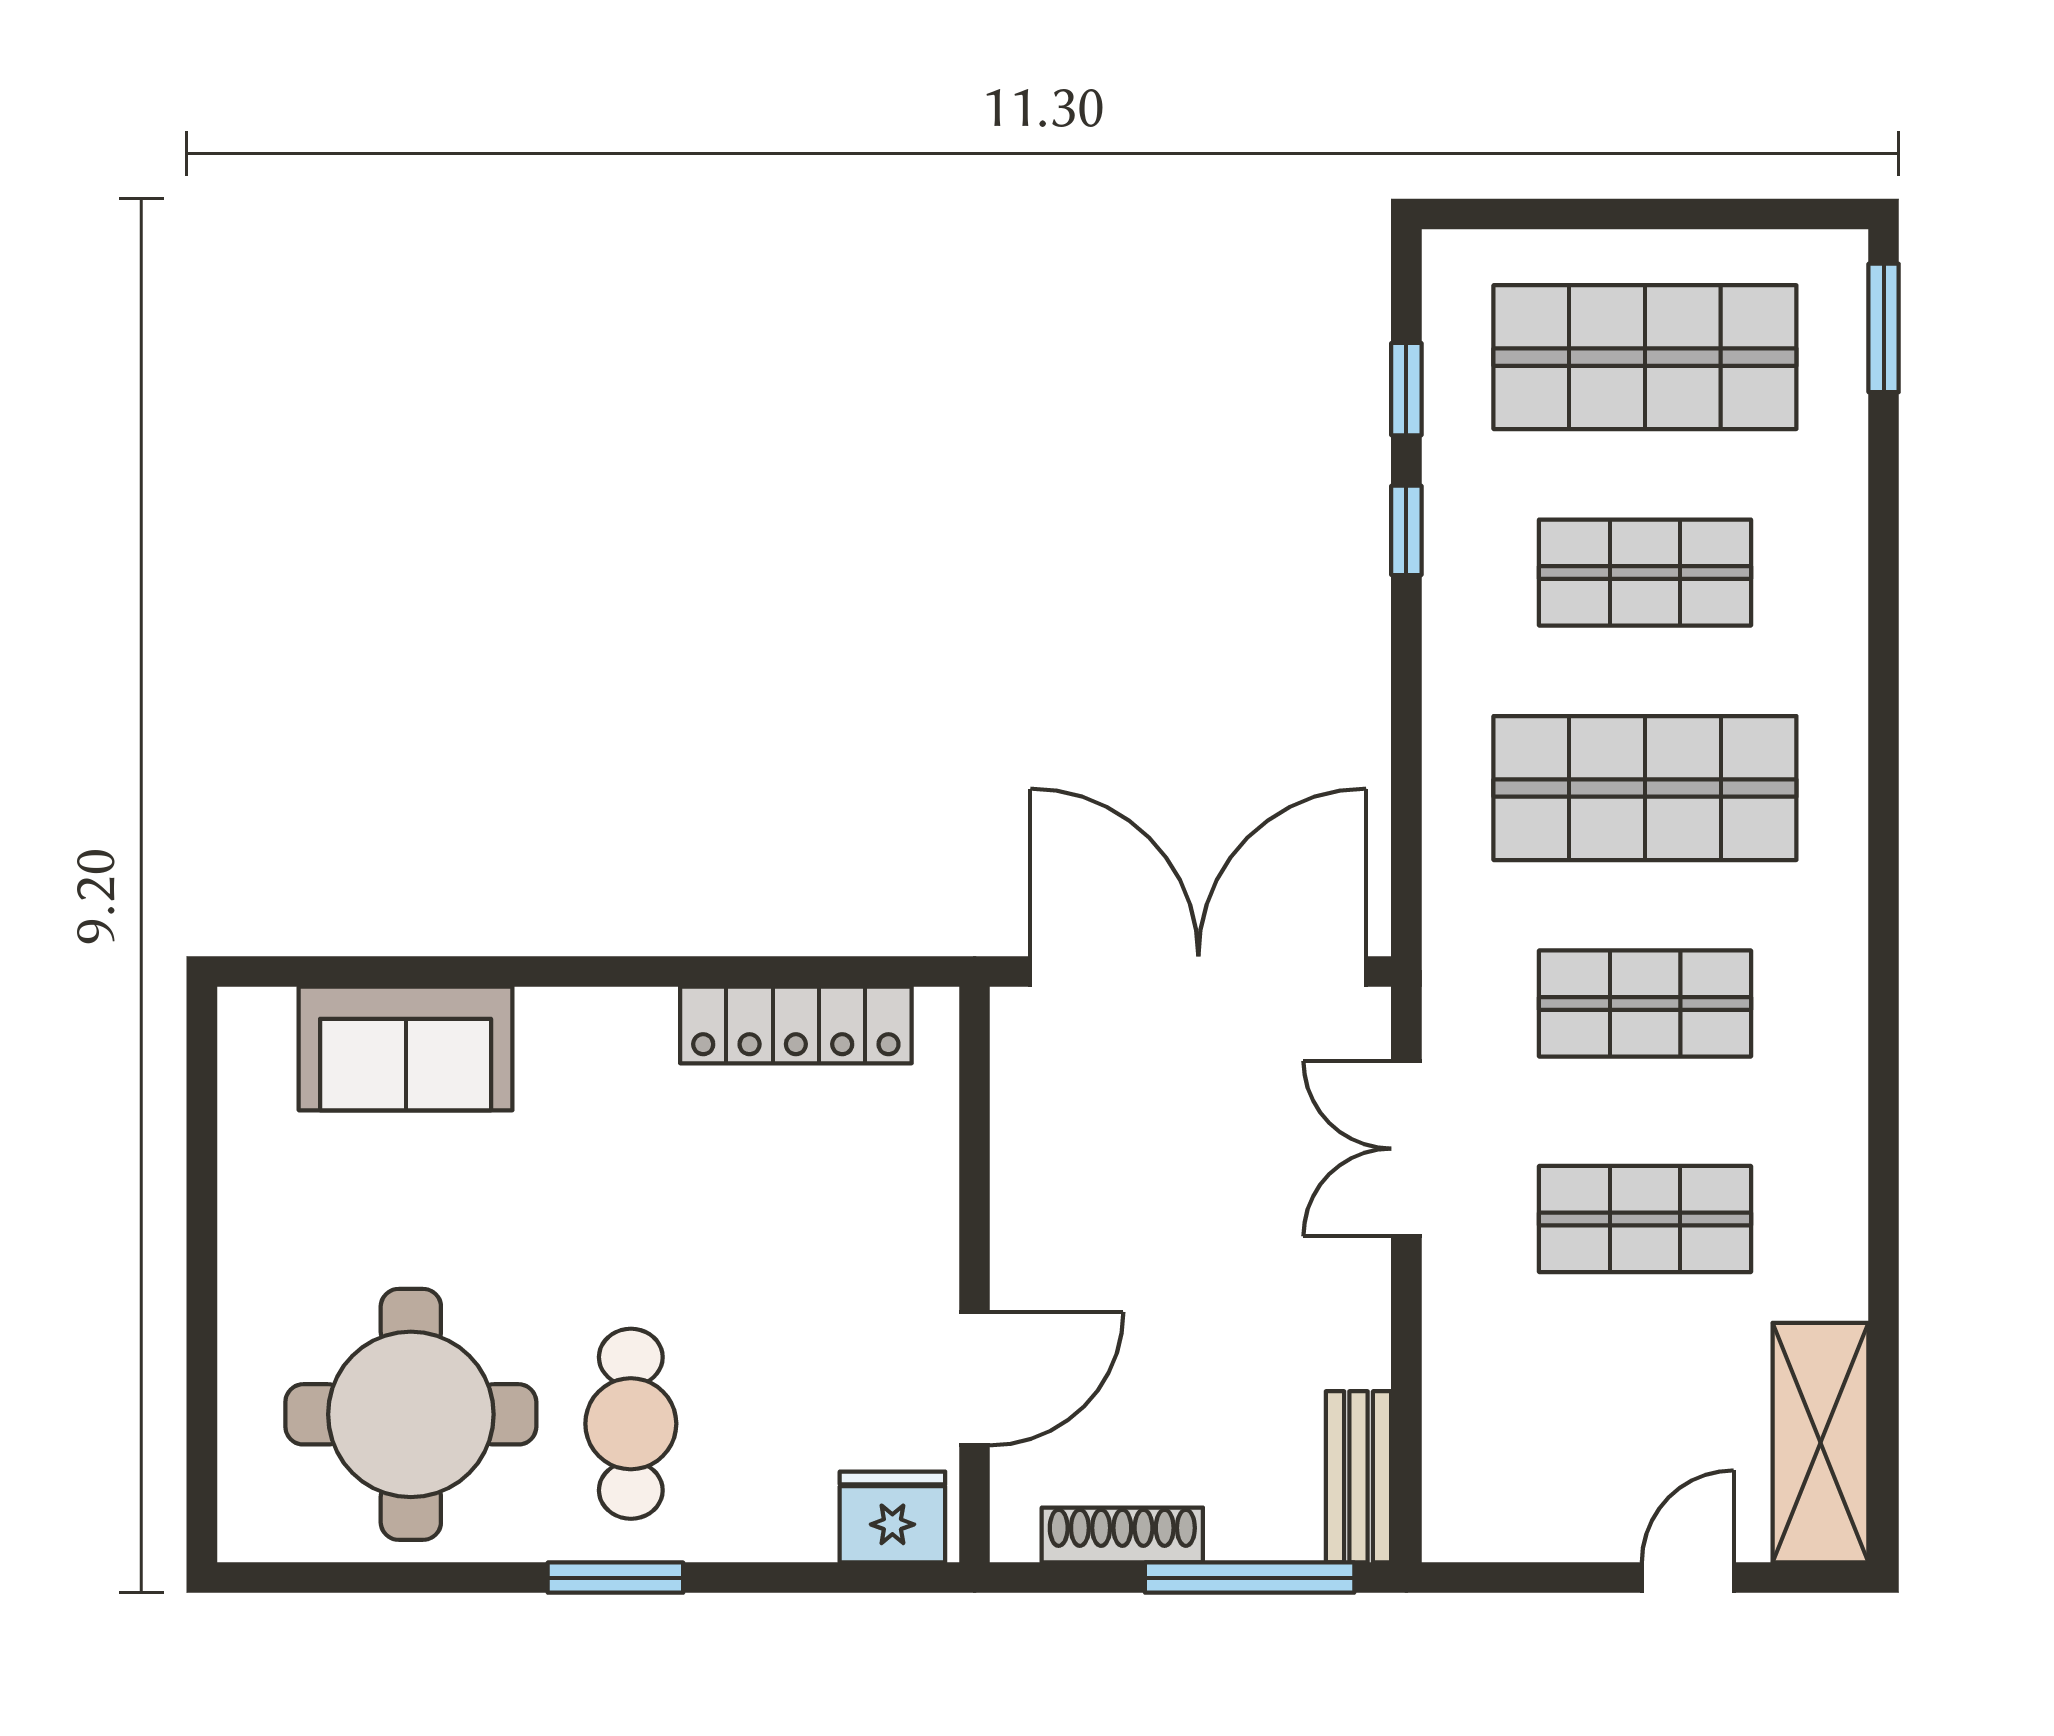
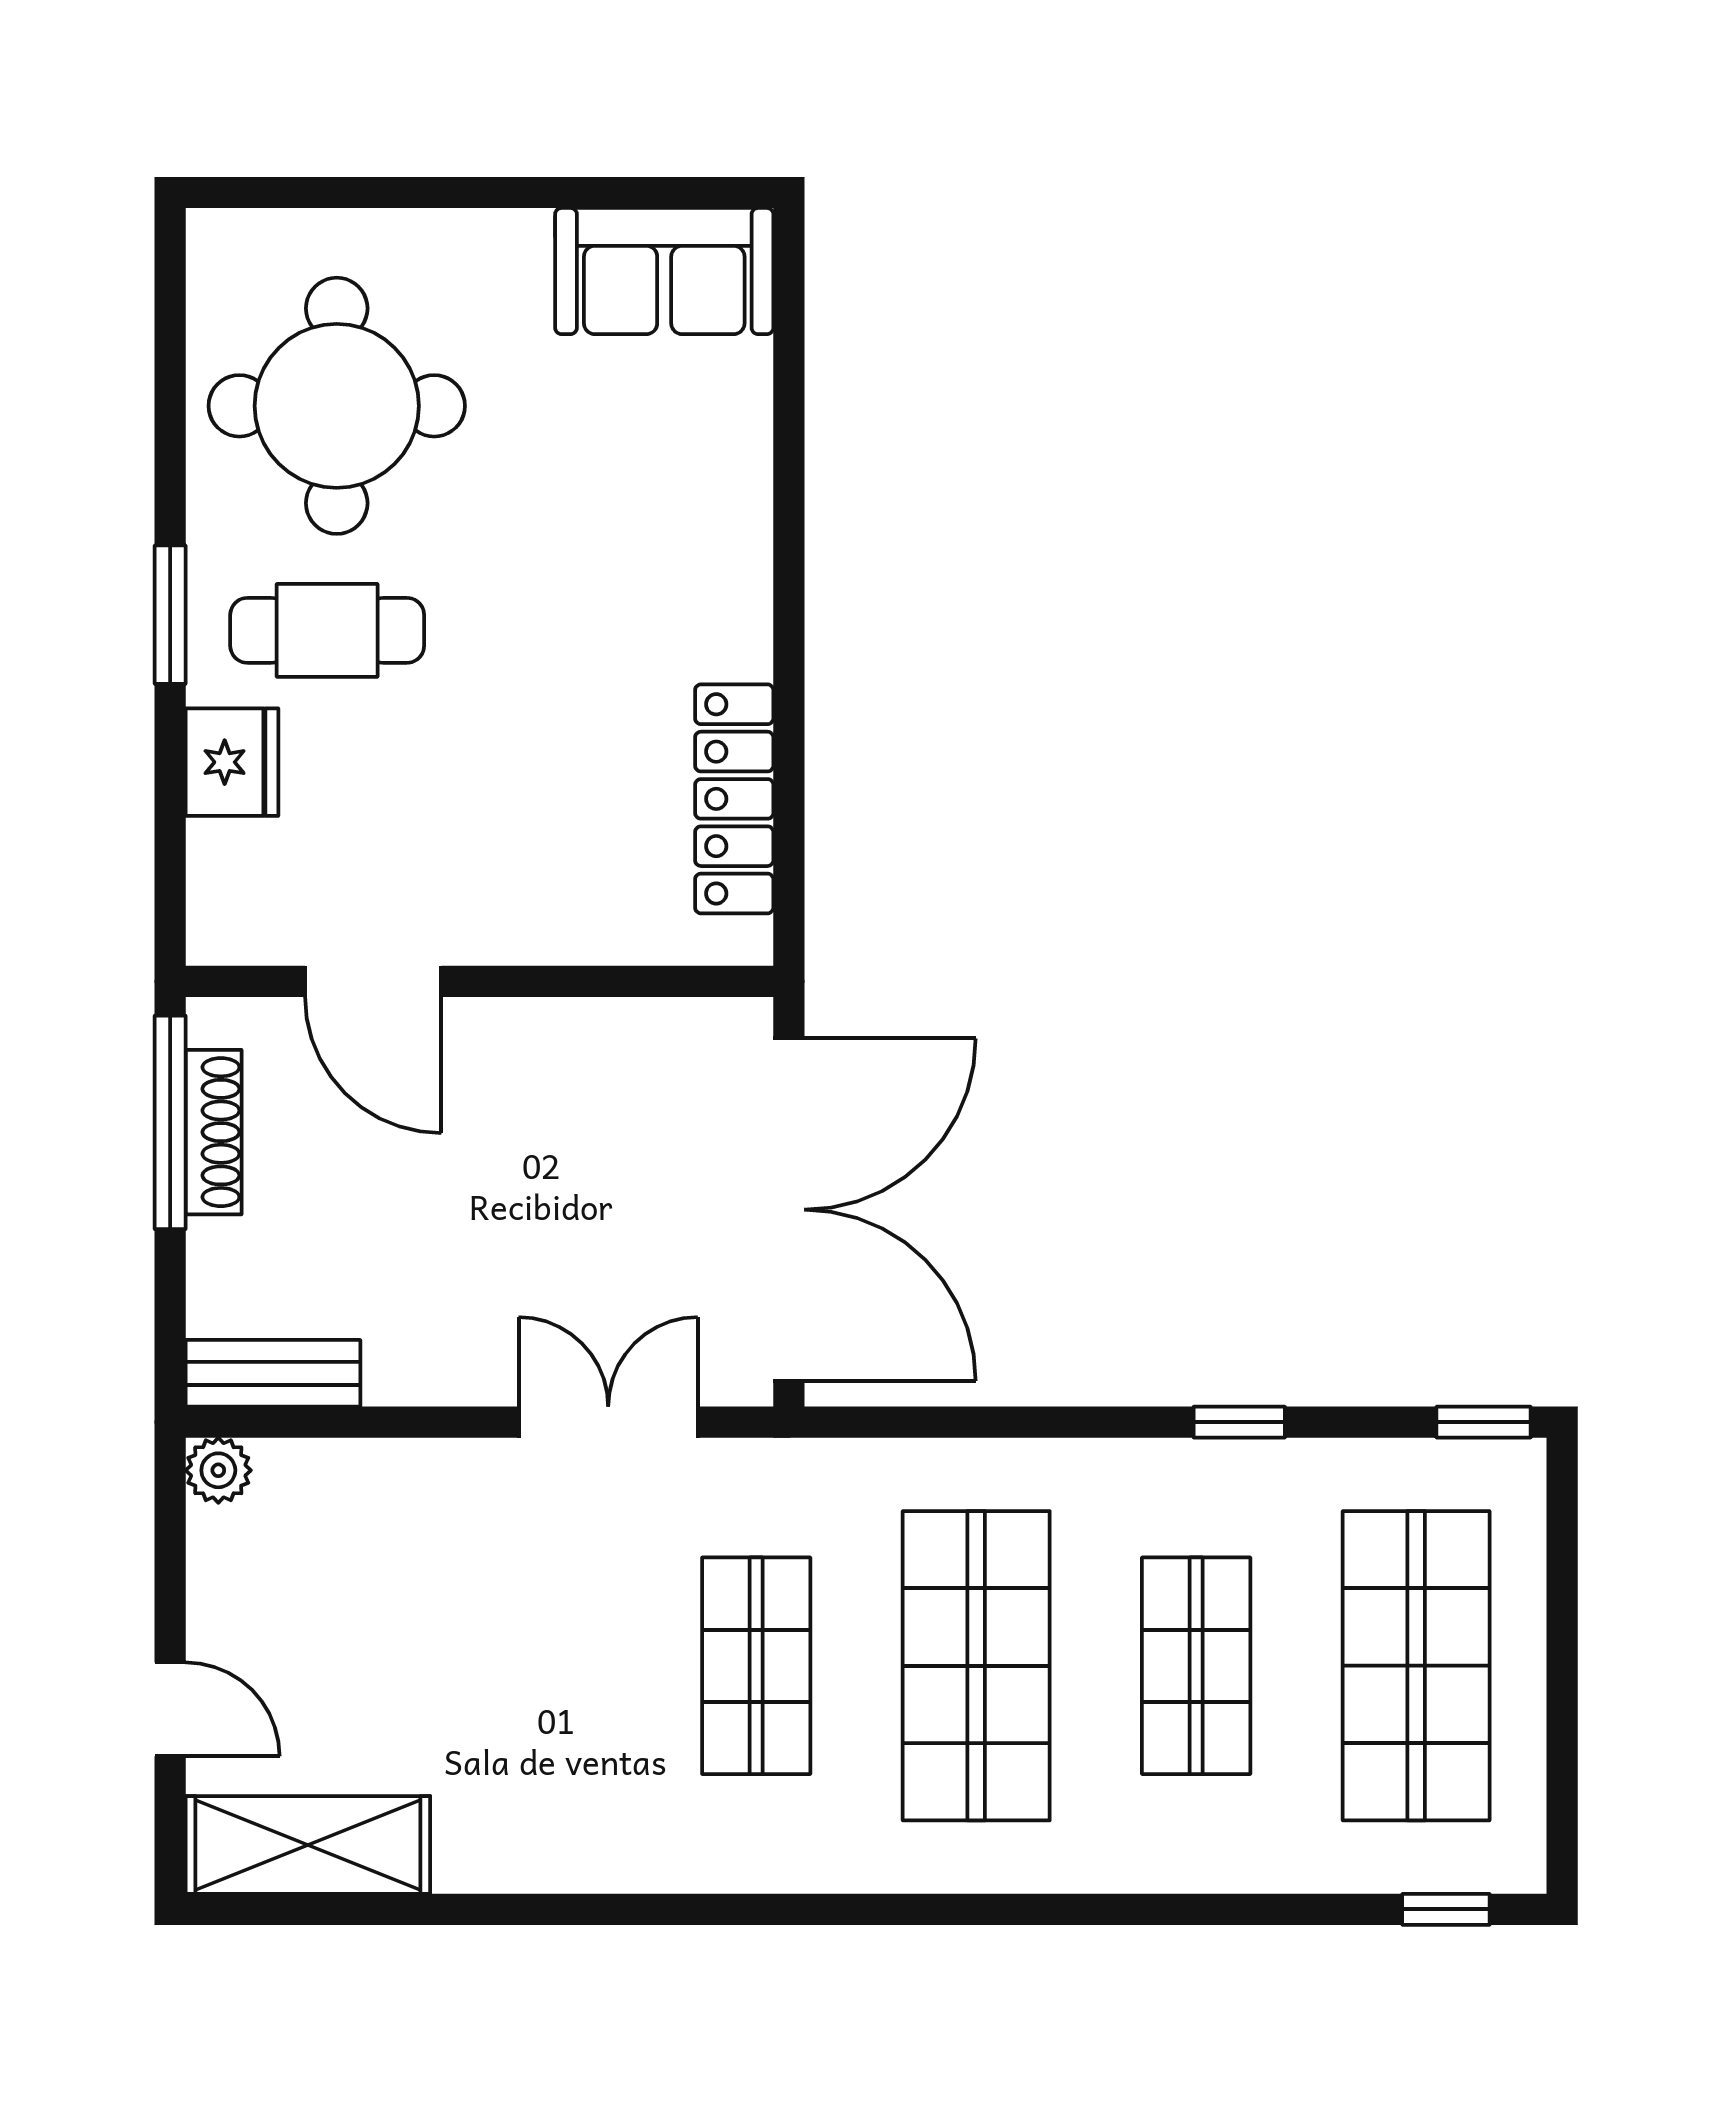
window: (1884, 328) -> (1446, 1909), width x0.67
window: (1406, 389) -> (1484, 1422), moved
sofa: (406, 1049) -> (664, 271), moved, turned -90
shop shelf: (1645, 1219) -> (536, 1666), removed
fridge: (892, 1517) -> (232, 762), moved
plant: (1454, 1530) -> (218, 1470), added
window: (1250, 1578) -> (170, 1122), moved

